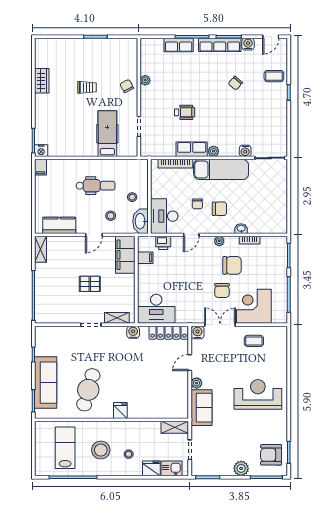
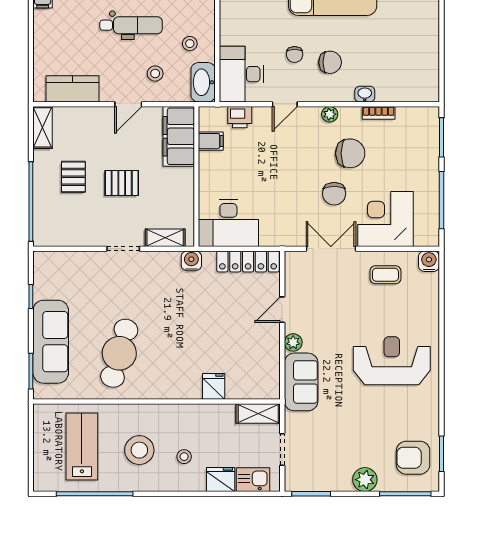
pallet: (60, 280) -> (73, 177), added
water cooler: (197, 333) -> (429, 261), moved
fridge: (120, 410) -> (214, 386), moved

